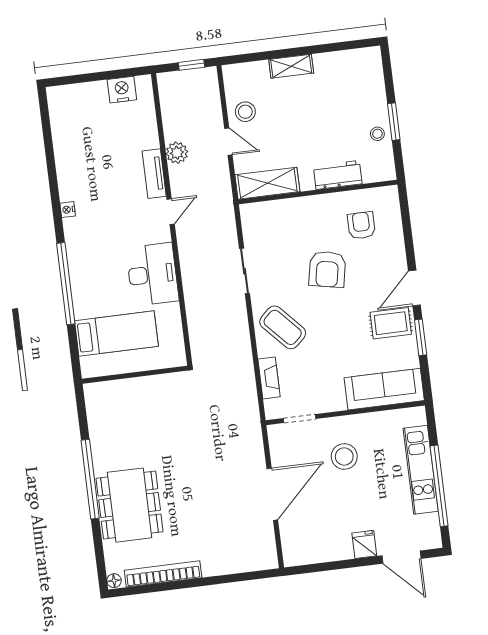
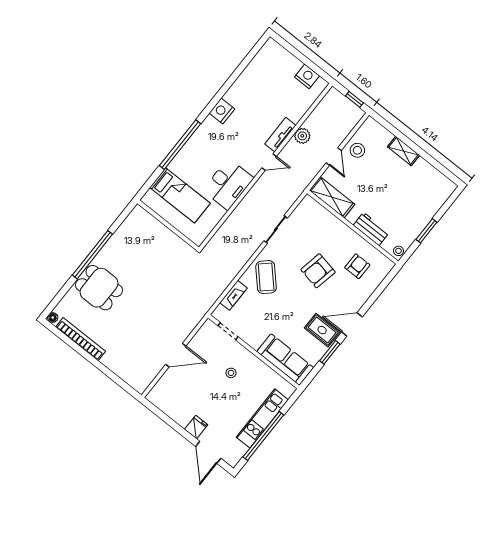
stool: (377, 134) -> (398, 251), moved
nightstand: (68, 210) -> (222, 111), width x1.89, depth x1.79
stool: (344, 456) -> (231, 373), width x0.53, depth x0.53
door: (272, 494) -> (176, 355), width x0.73
dining table: (130, 505) -> (99, 288), width x0.73

